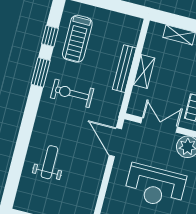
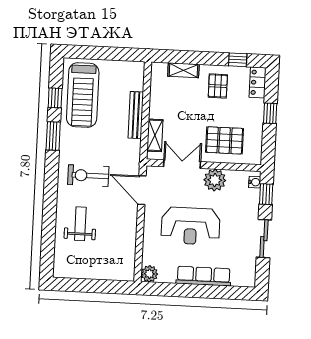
treadmill: (77, 39) -> (83, 95), width x1.37, depth x1.38
shelving: (144, 71) -> (155, 135), moved
exercise bike: (72, 93) -> (88, 176), moved

